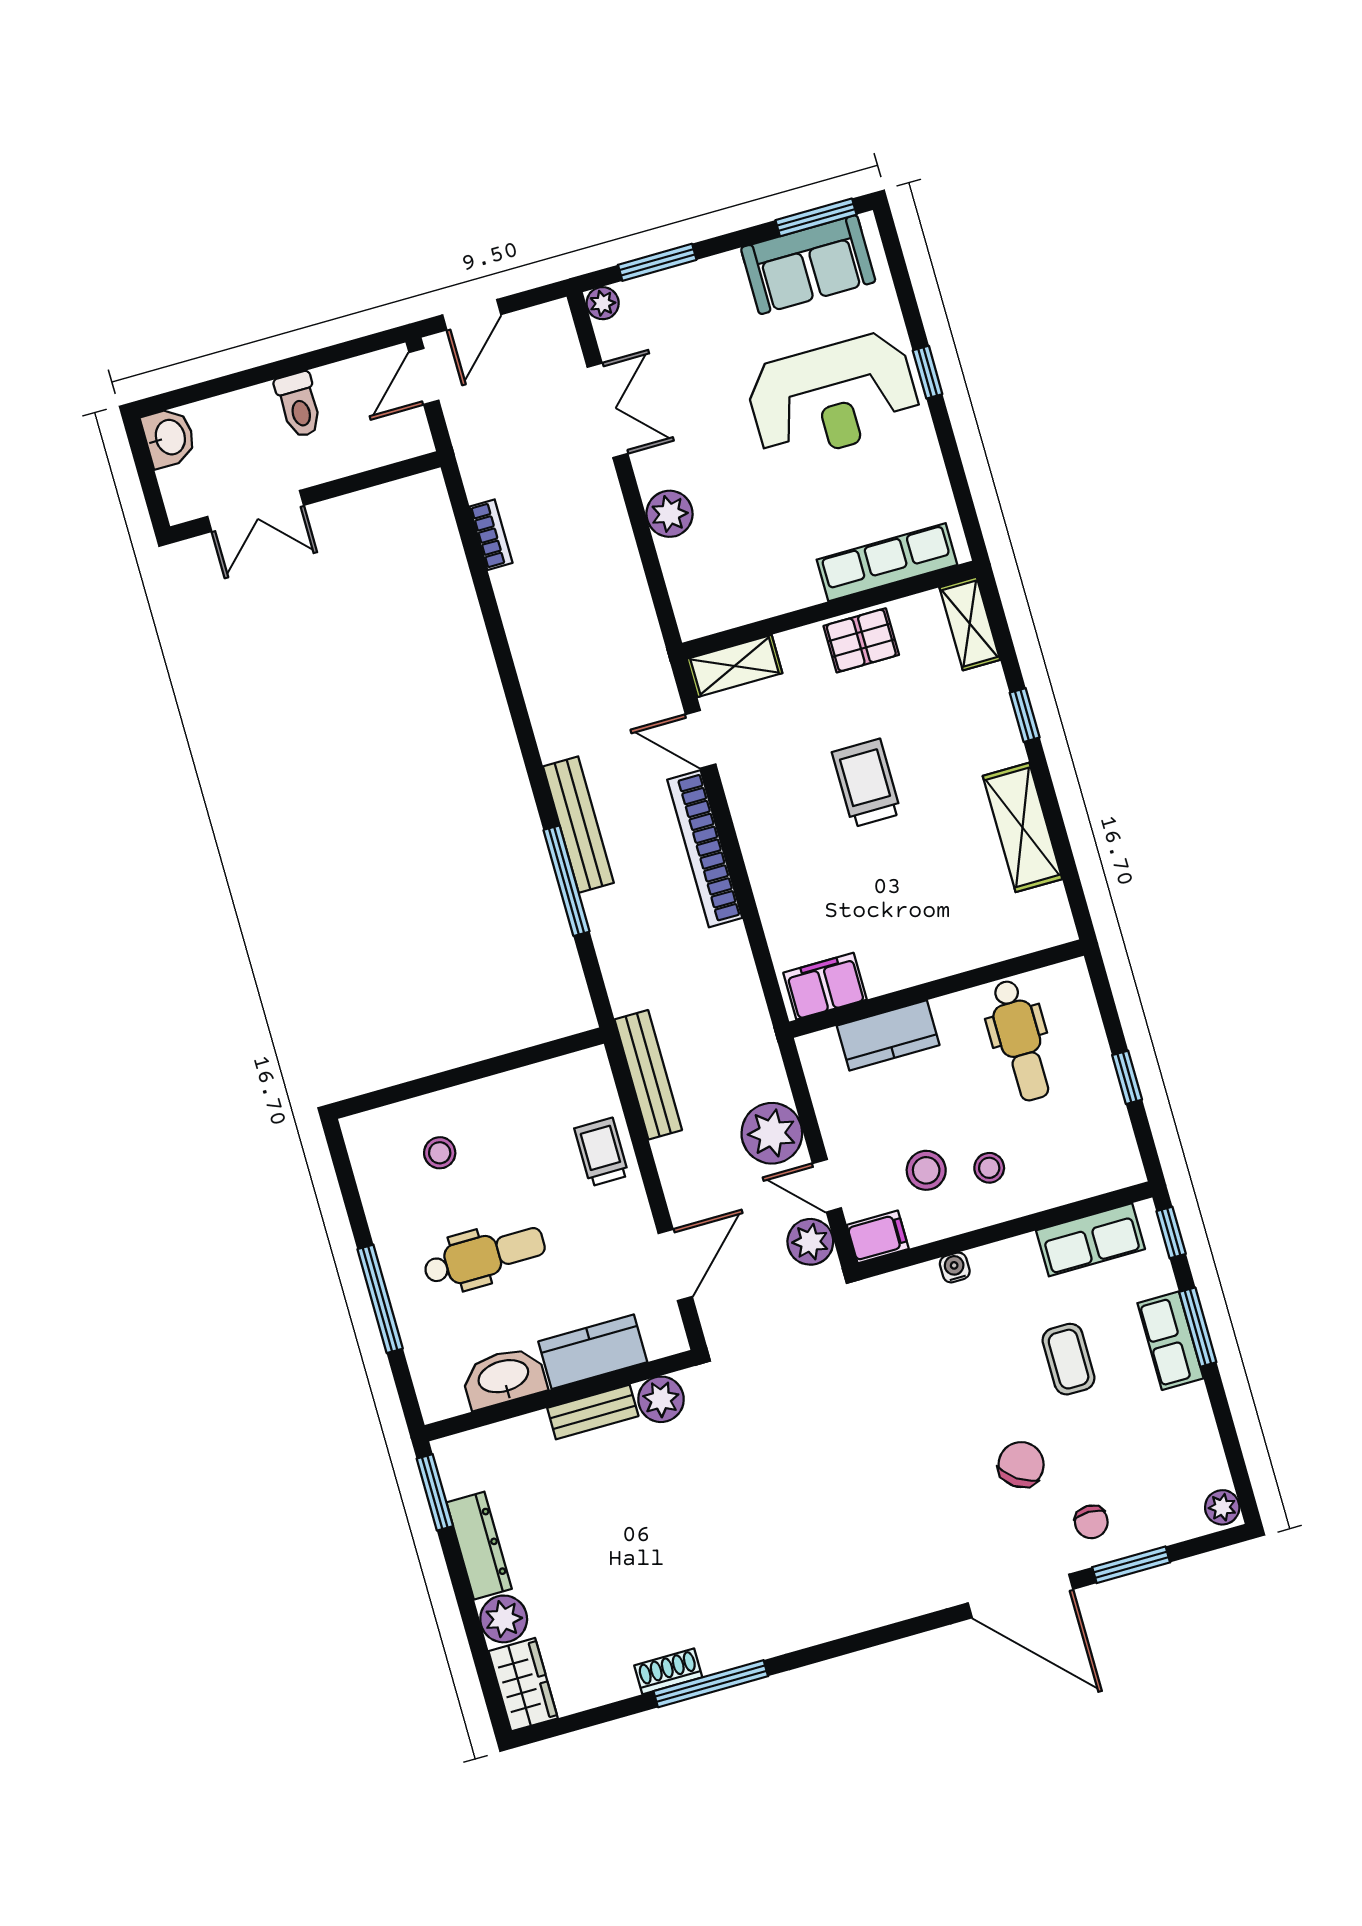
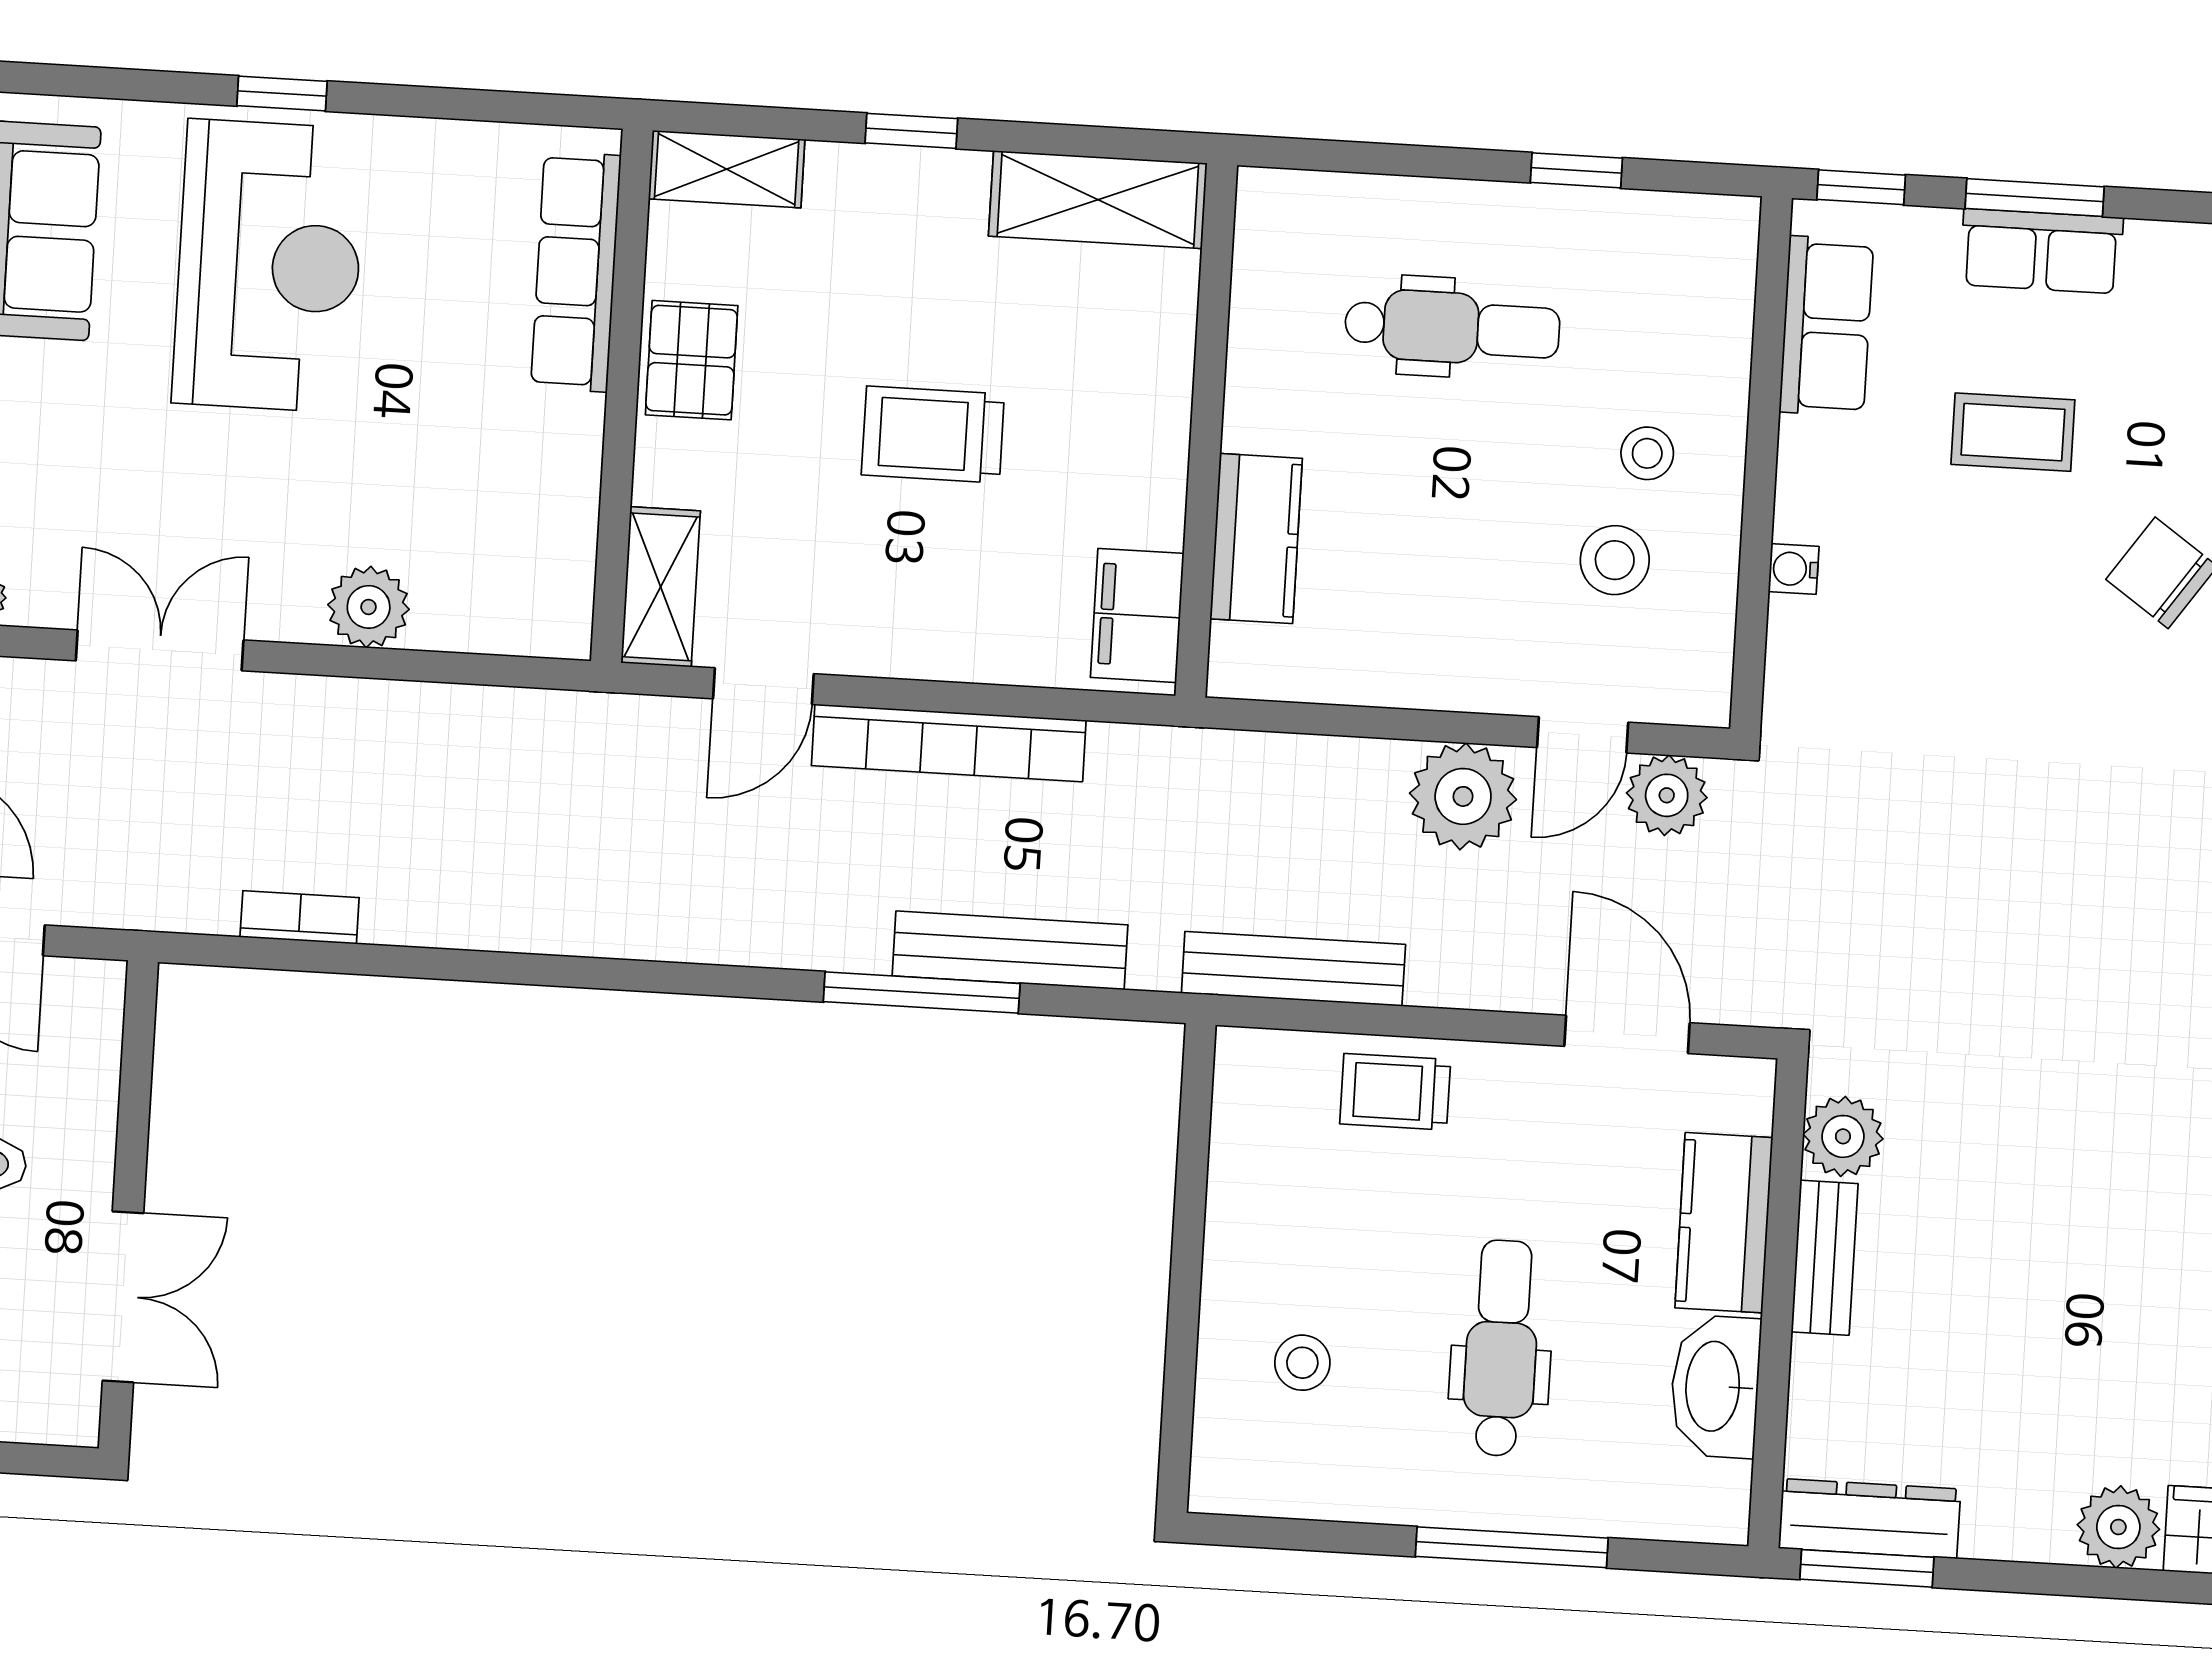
bench: (578, 825) -> (1010, 950), moved
filing cabinet: (825, 986) -> (1137, 615), moved
wall: (937, 989) -> (1206, 430), moved
kitchen counter: (888, 1035) -> (1256, 539), moved
filing cabinet: (878, 1237) -> (1698, 680), removed
dresser: (479, 1546) -> (1870, 1519), moved

